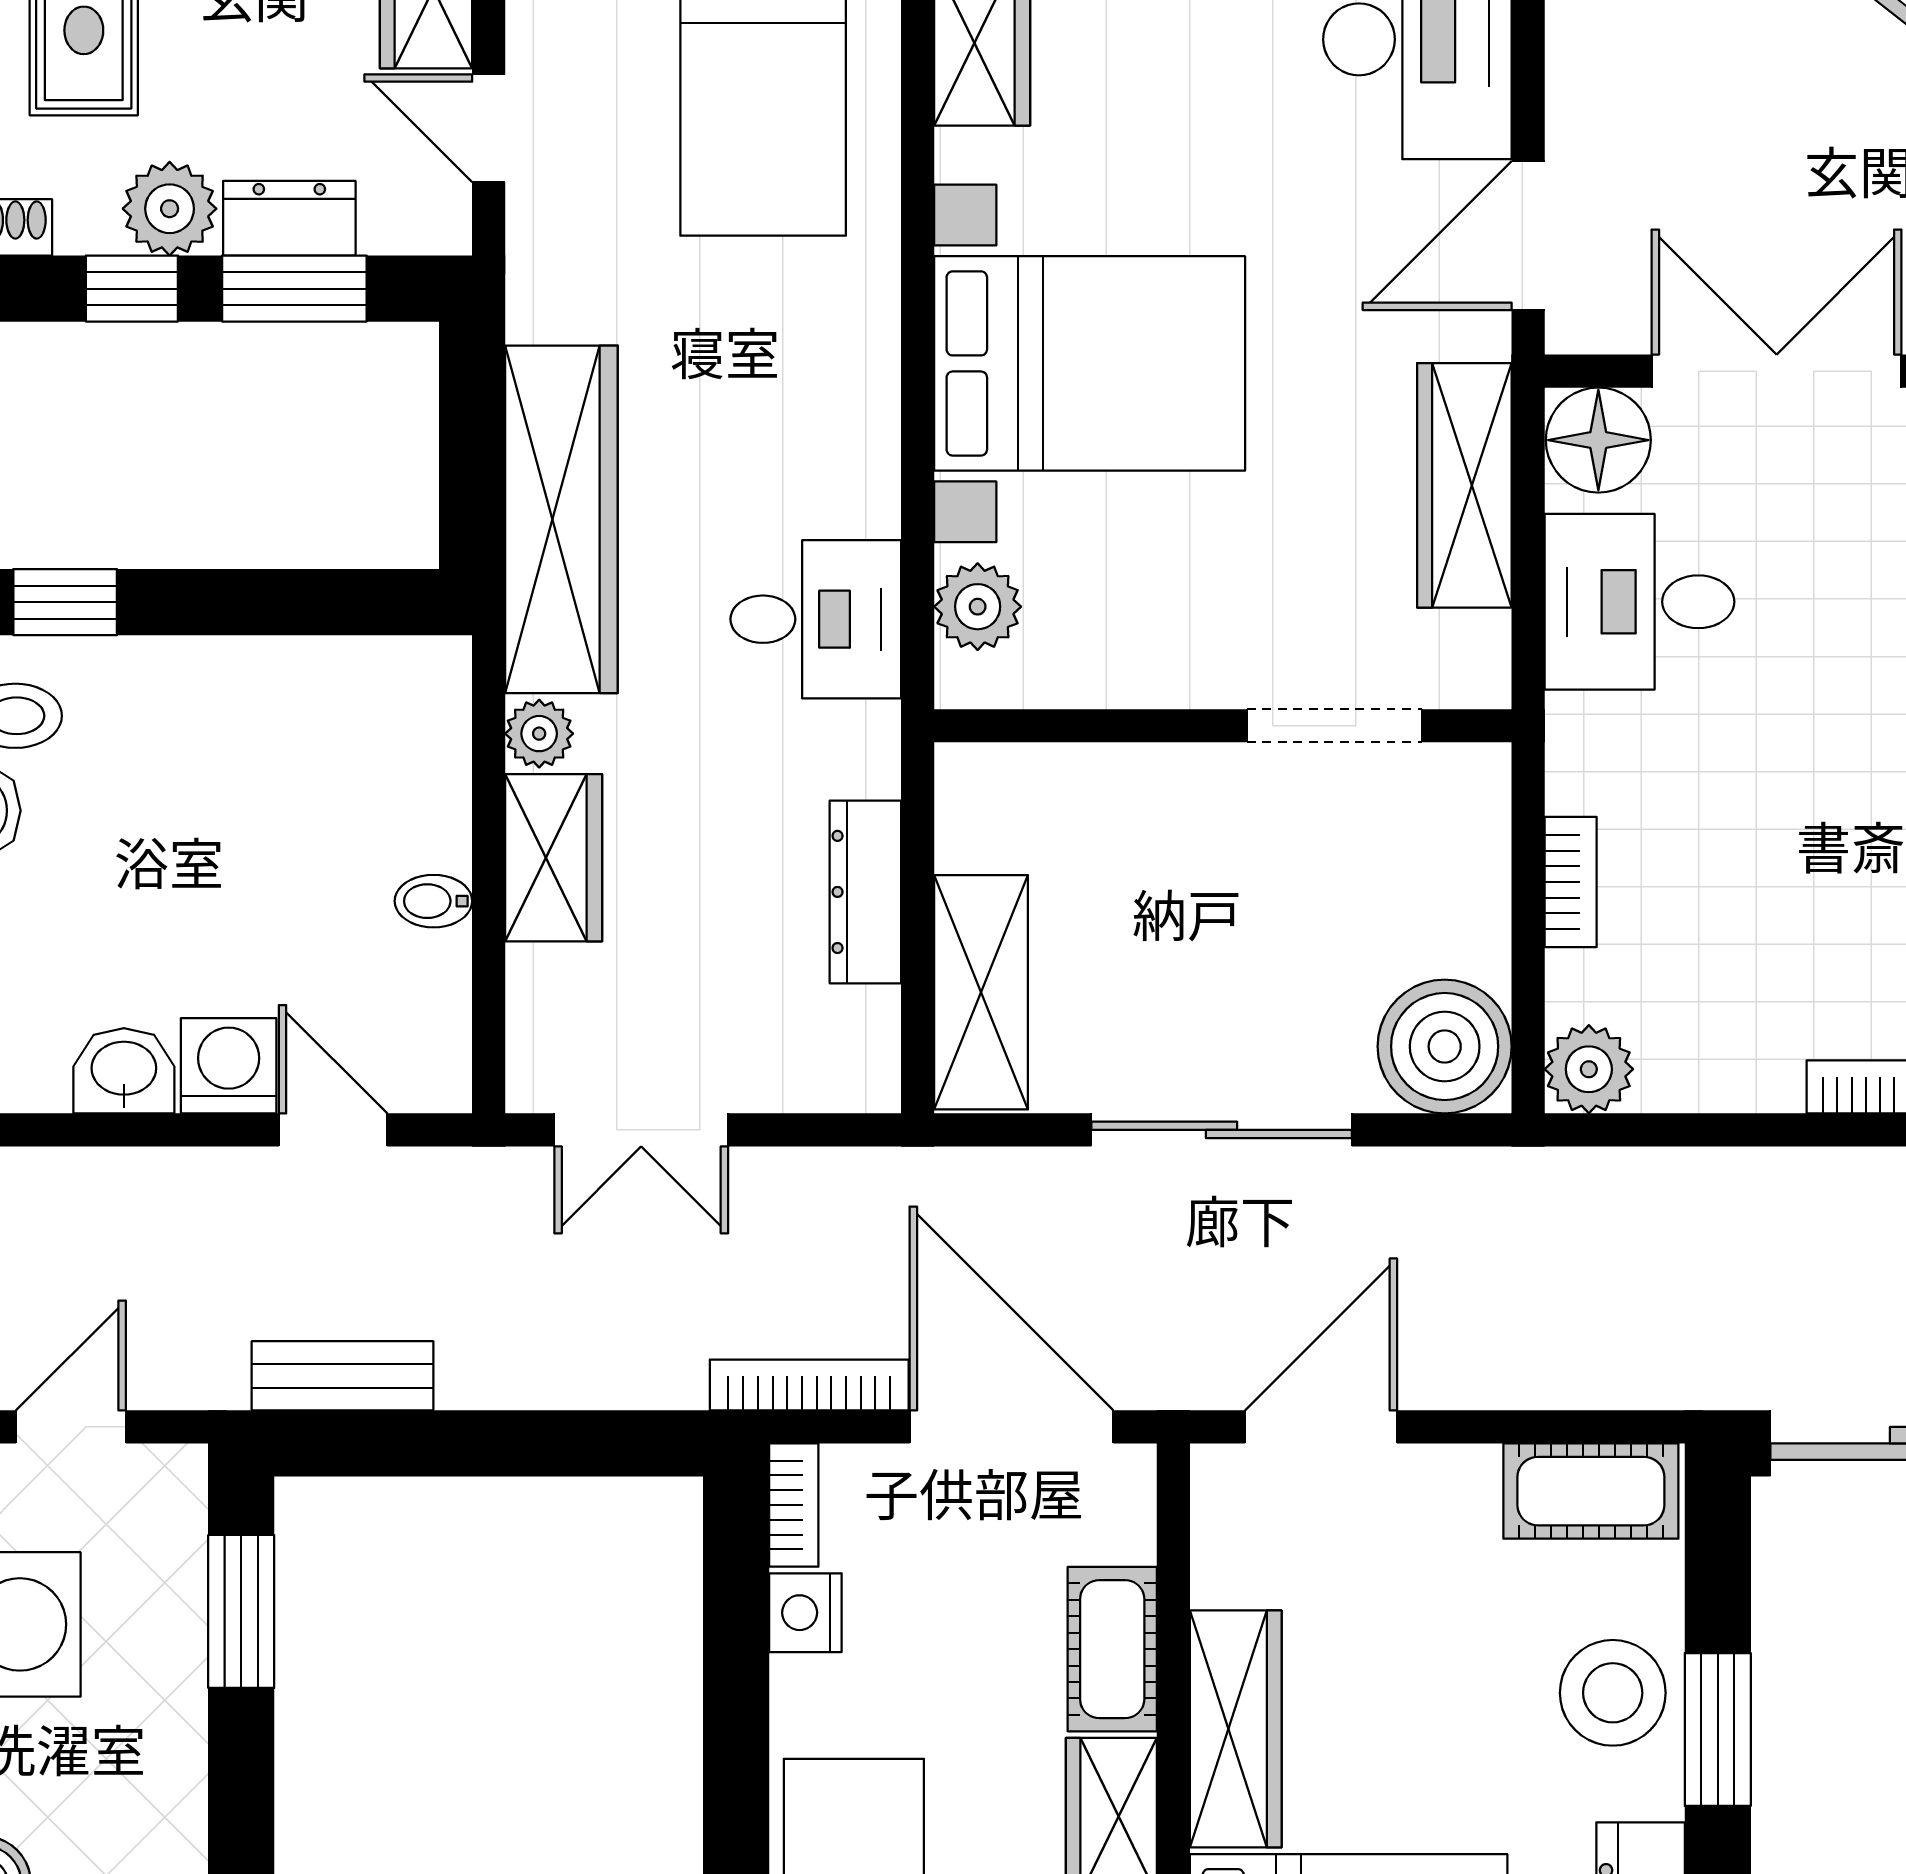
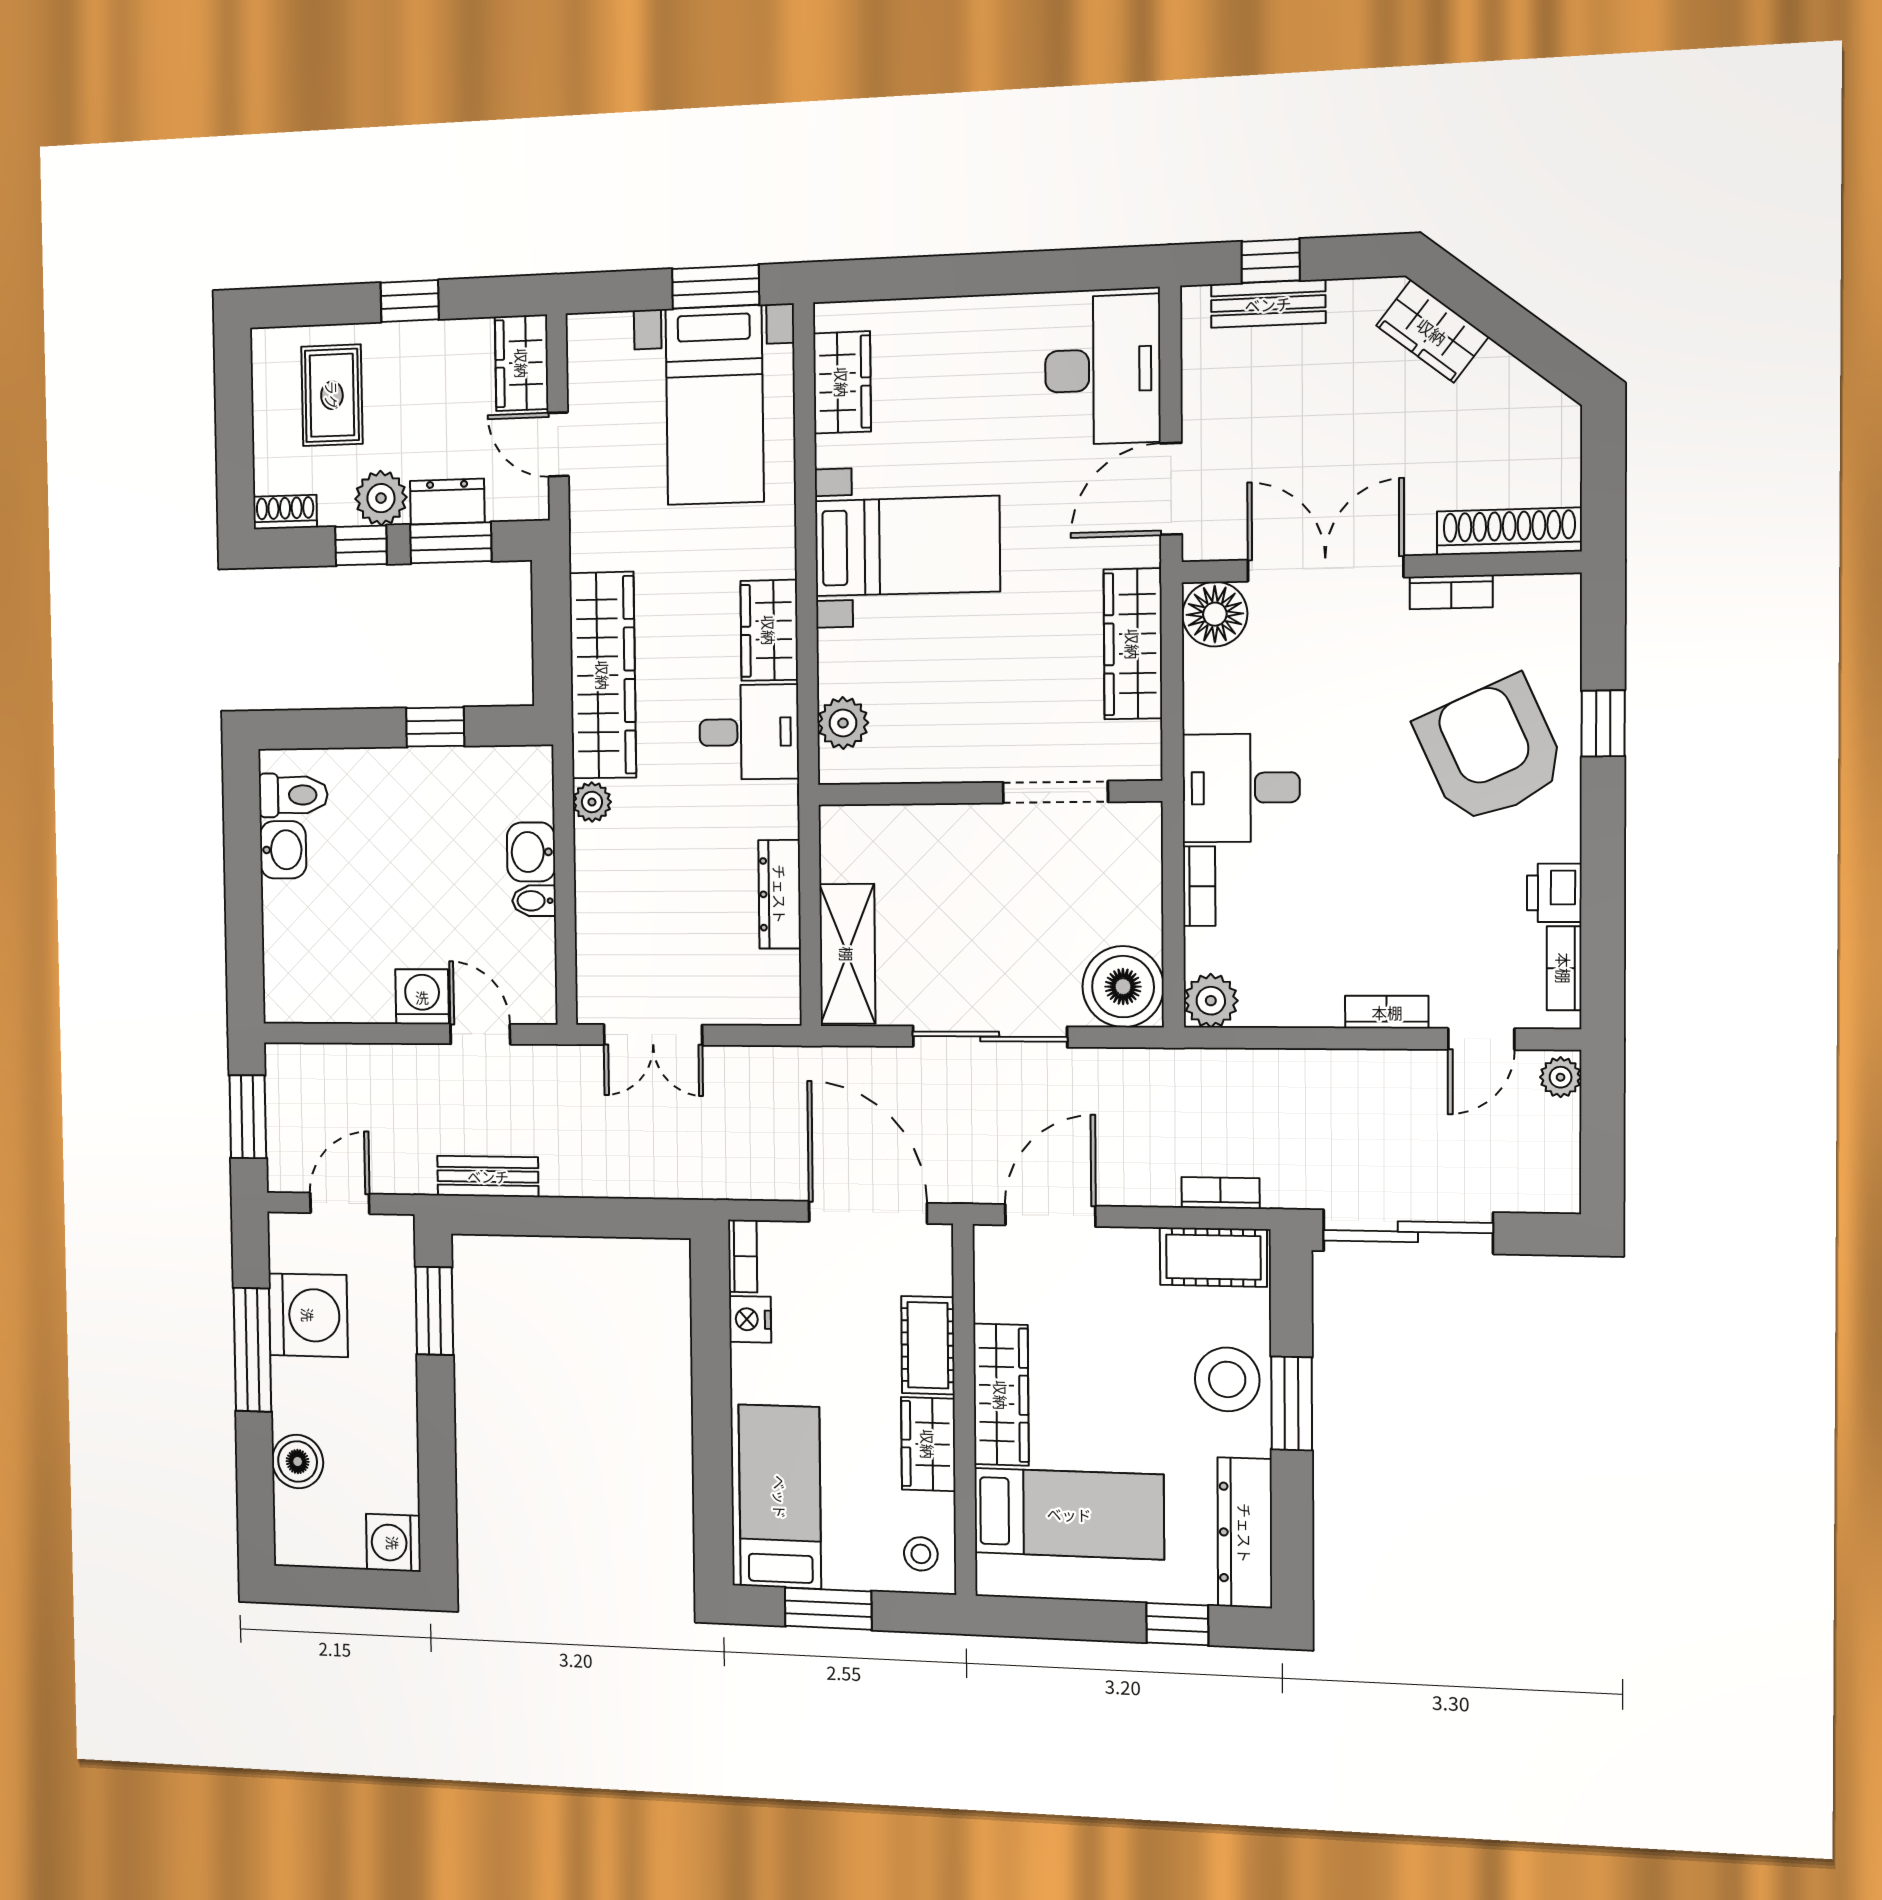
bed with nightstands: (1090, 363) -> (907, 546), width x0.73
window: (65, 602) -> (435, 727), moved
desk: (1639, 602) -> (1241, 788), moved
wardrobe: (554, 858) -> (769, 630), moved, turned 180
washbasin: (124, 1071) -> (531, 852), moved, turned -90
bookcase: (809, 1385) -> (1221, 1193), moved, width x0.64

